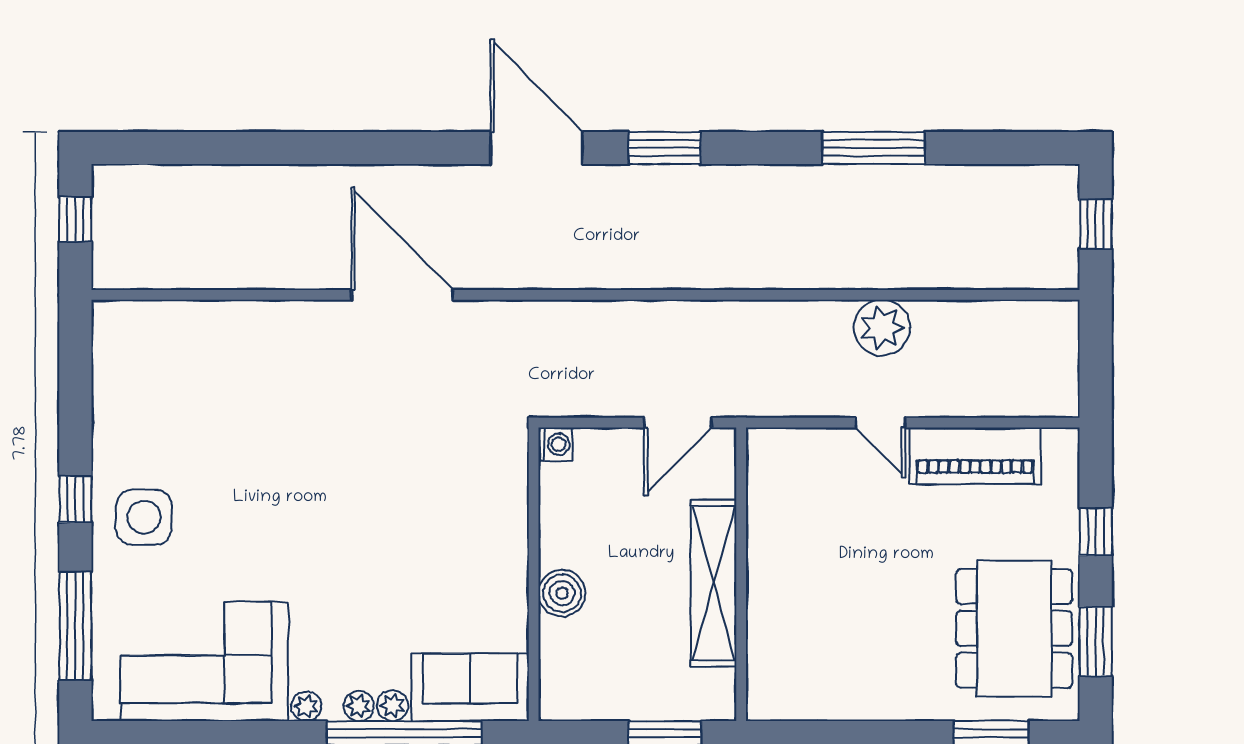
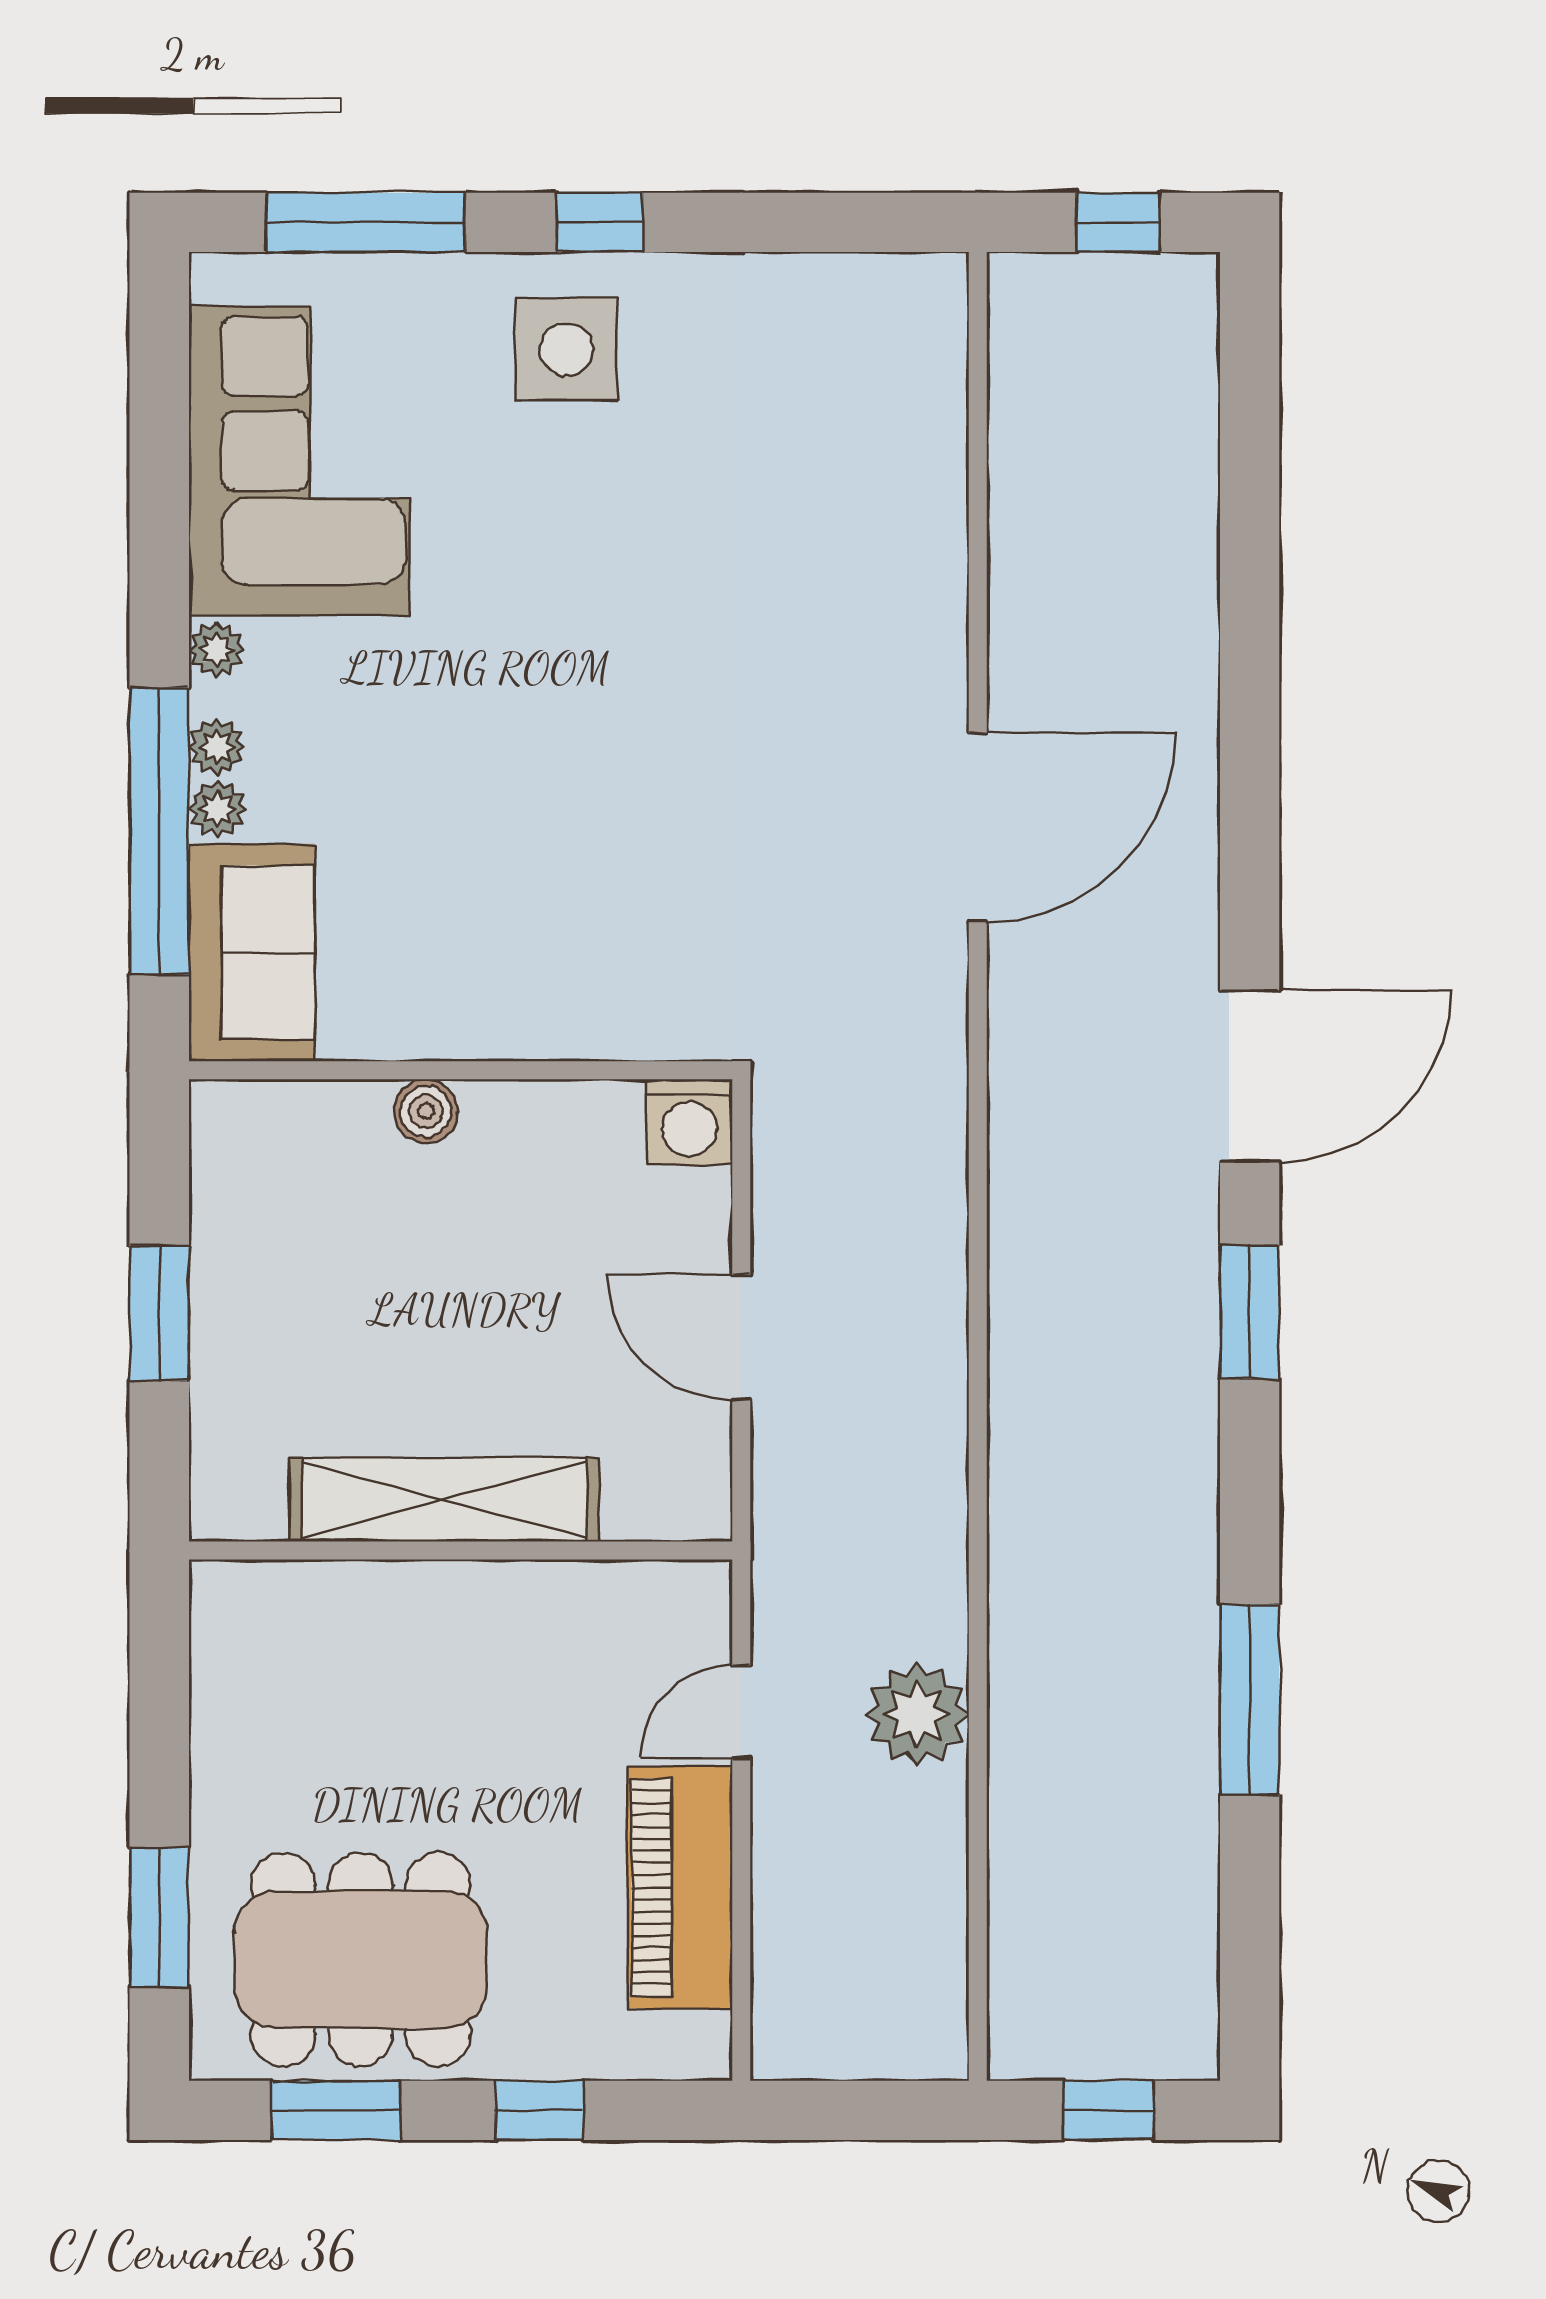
washing machine: (555, 444) -> (690, 1122), width x1.38, depth x1.38
wall: (741, 574) -> (461, 1550), moved
shelving: (714, 583) -> (444, 1499), moved
boiler: (562, 593) -> (426, 1111), width x0.73, depth x0.73

